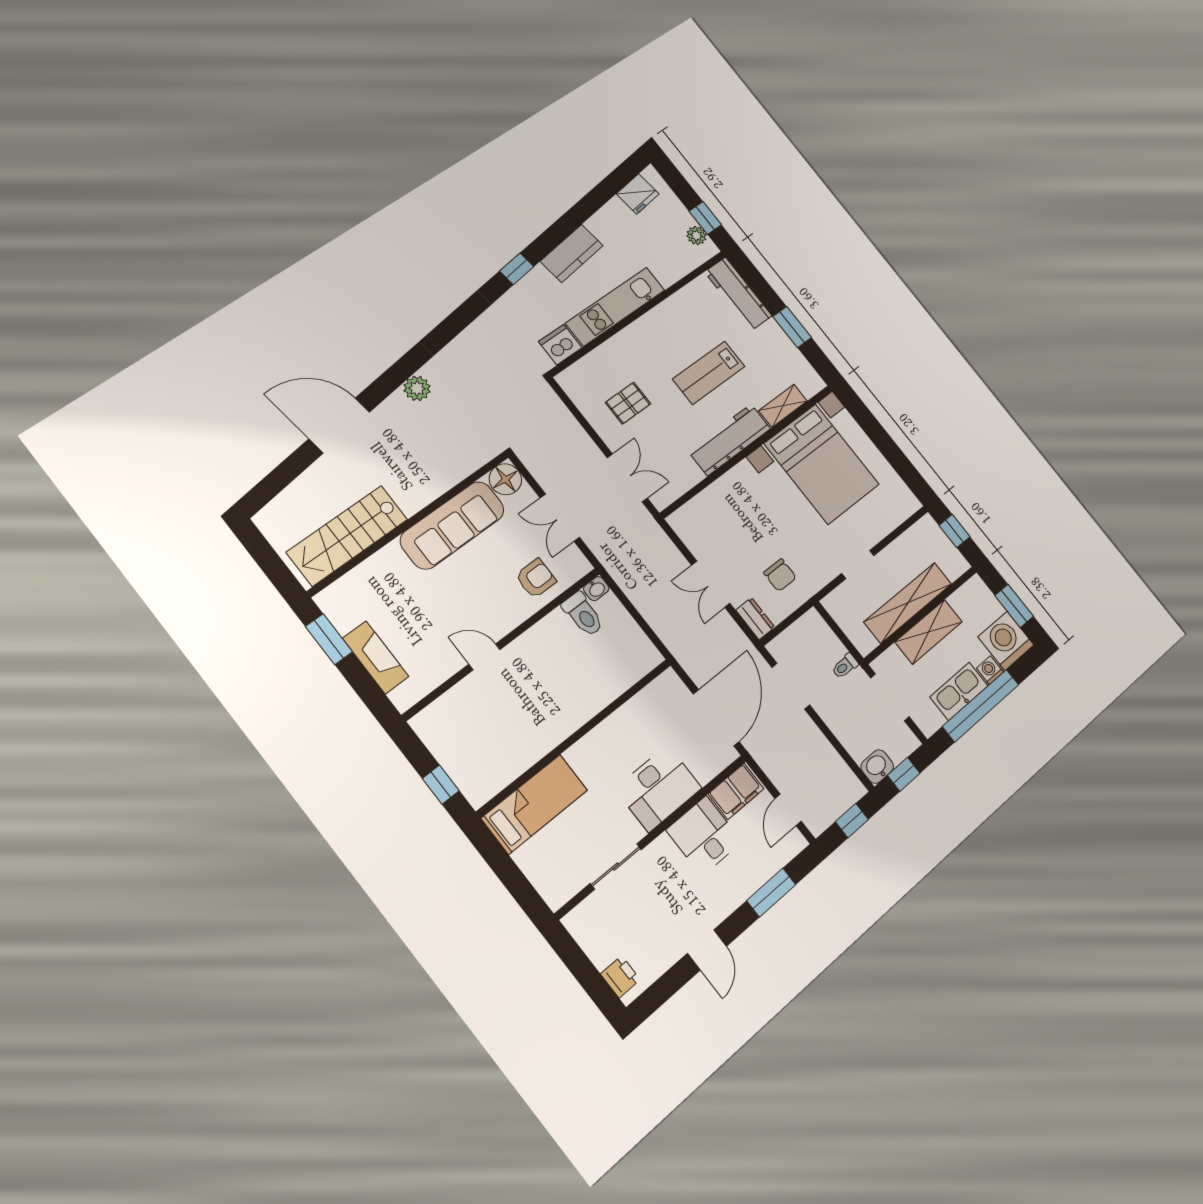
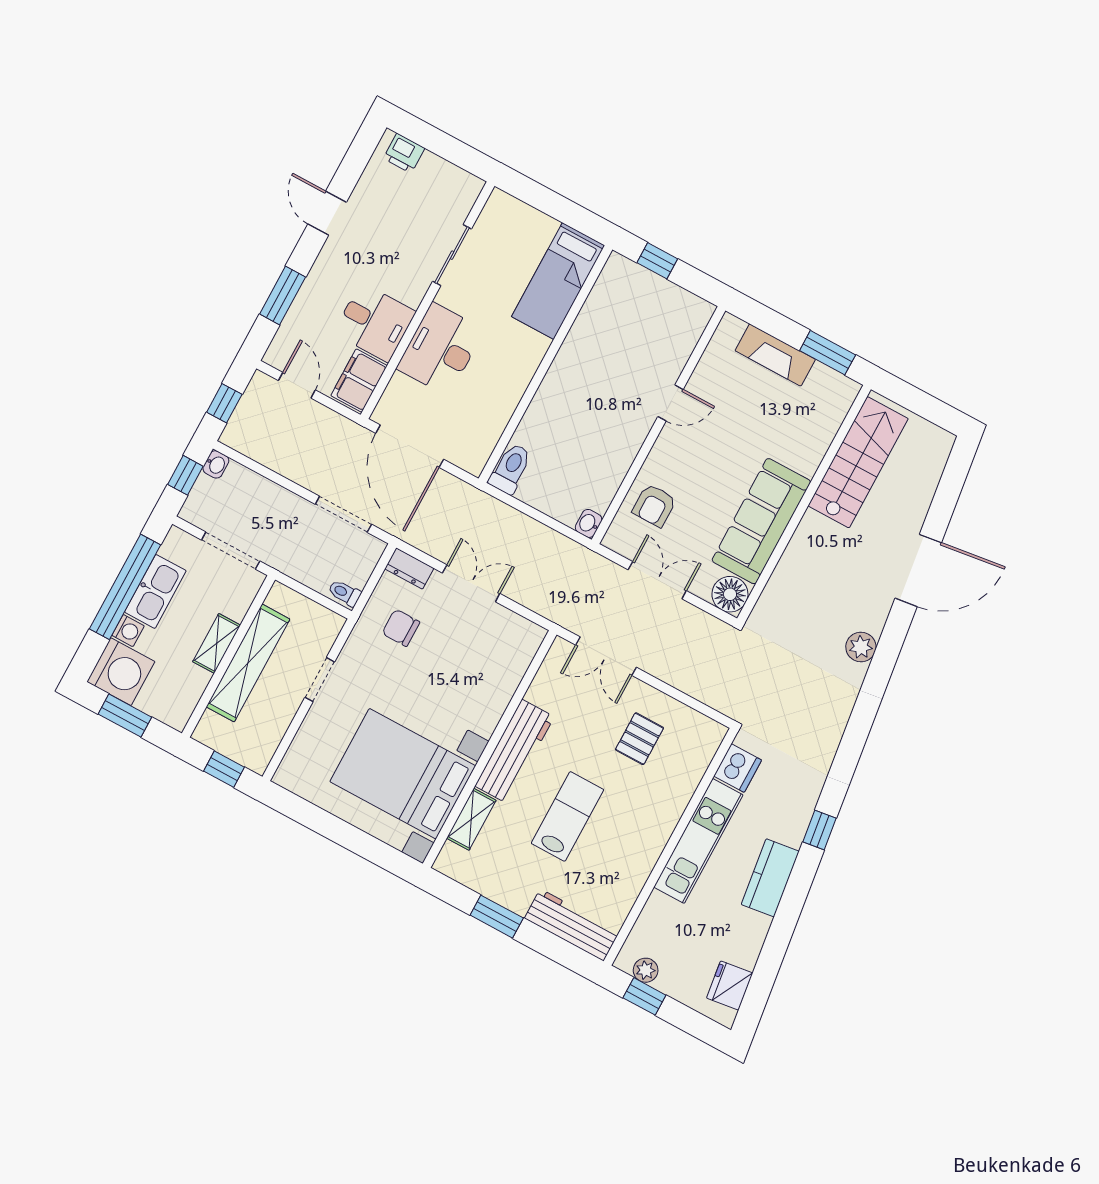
toilet: (583, 614) -> (511, 469), moved, turned 90
shelving: (929, 632) -> (217, 643), width x0.67, depth x0.75
toilet: (845, 666) -> (345, 593), moved, turned -90
washbasin: (877, 767) -> (216, 464), width x0.72, depth x0.69

